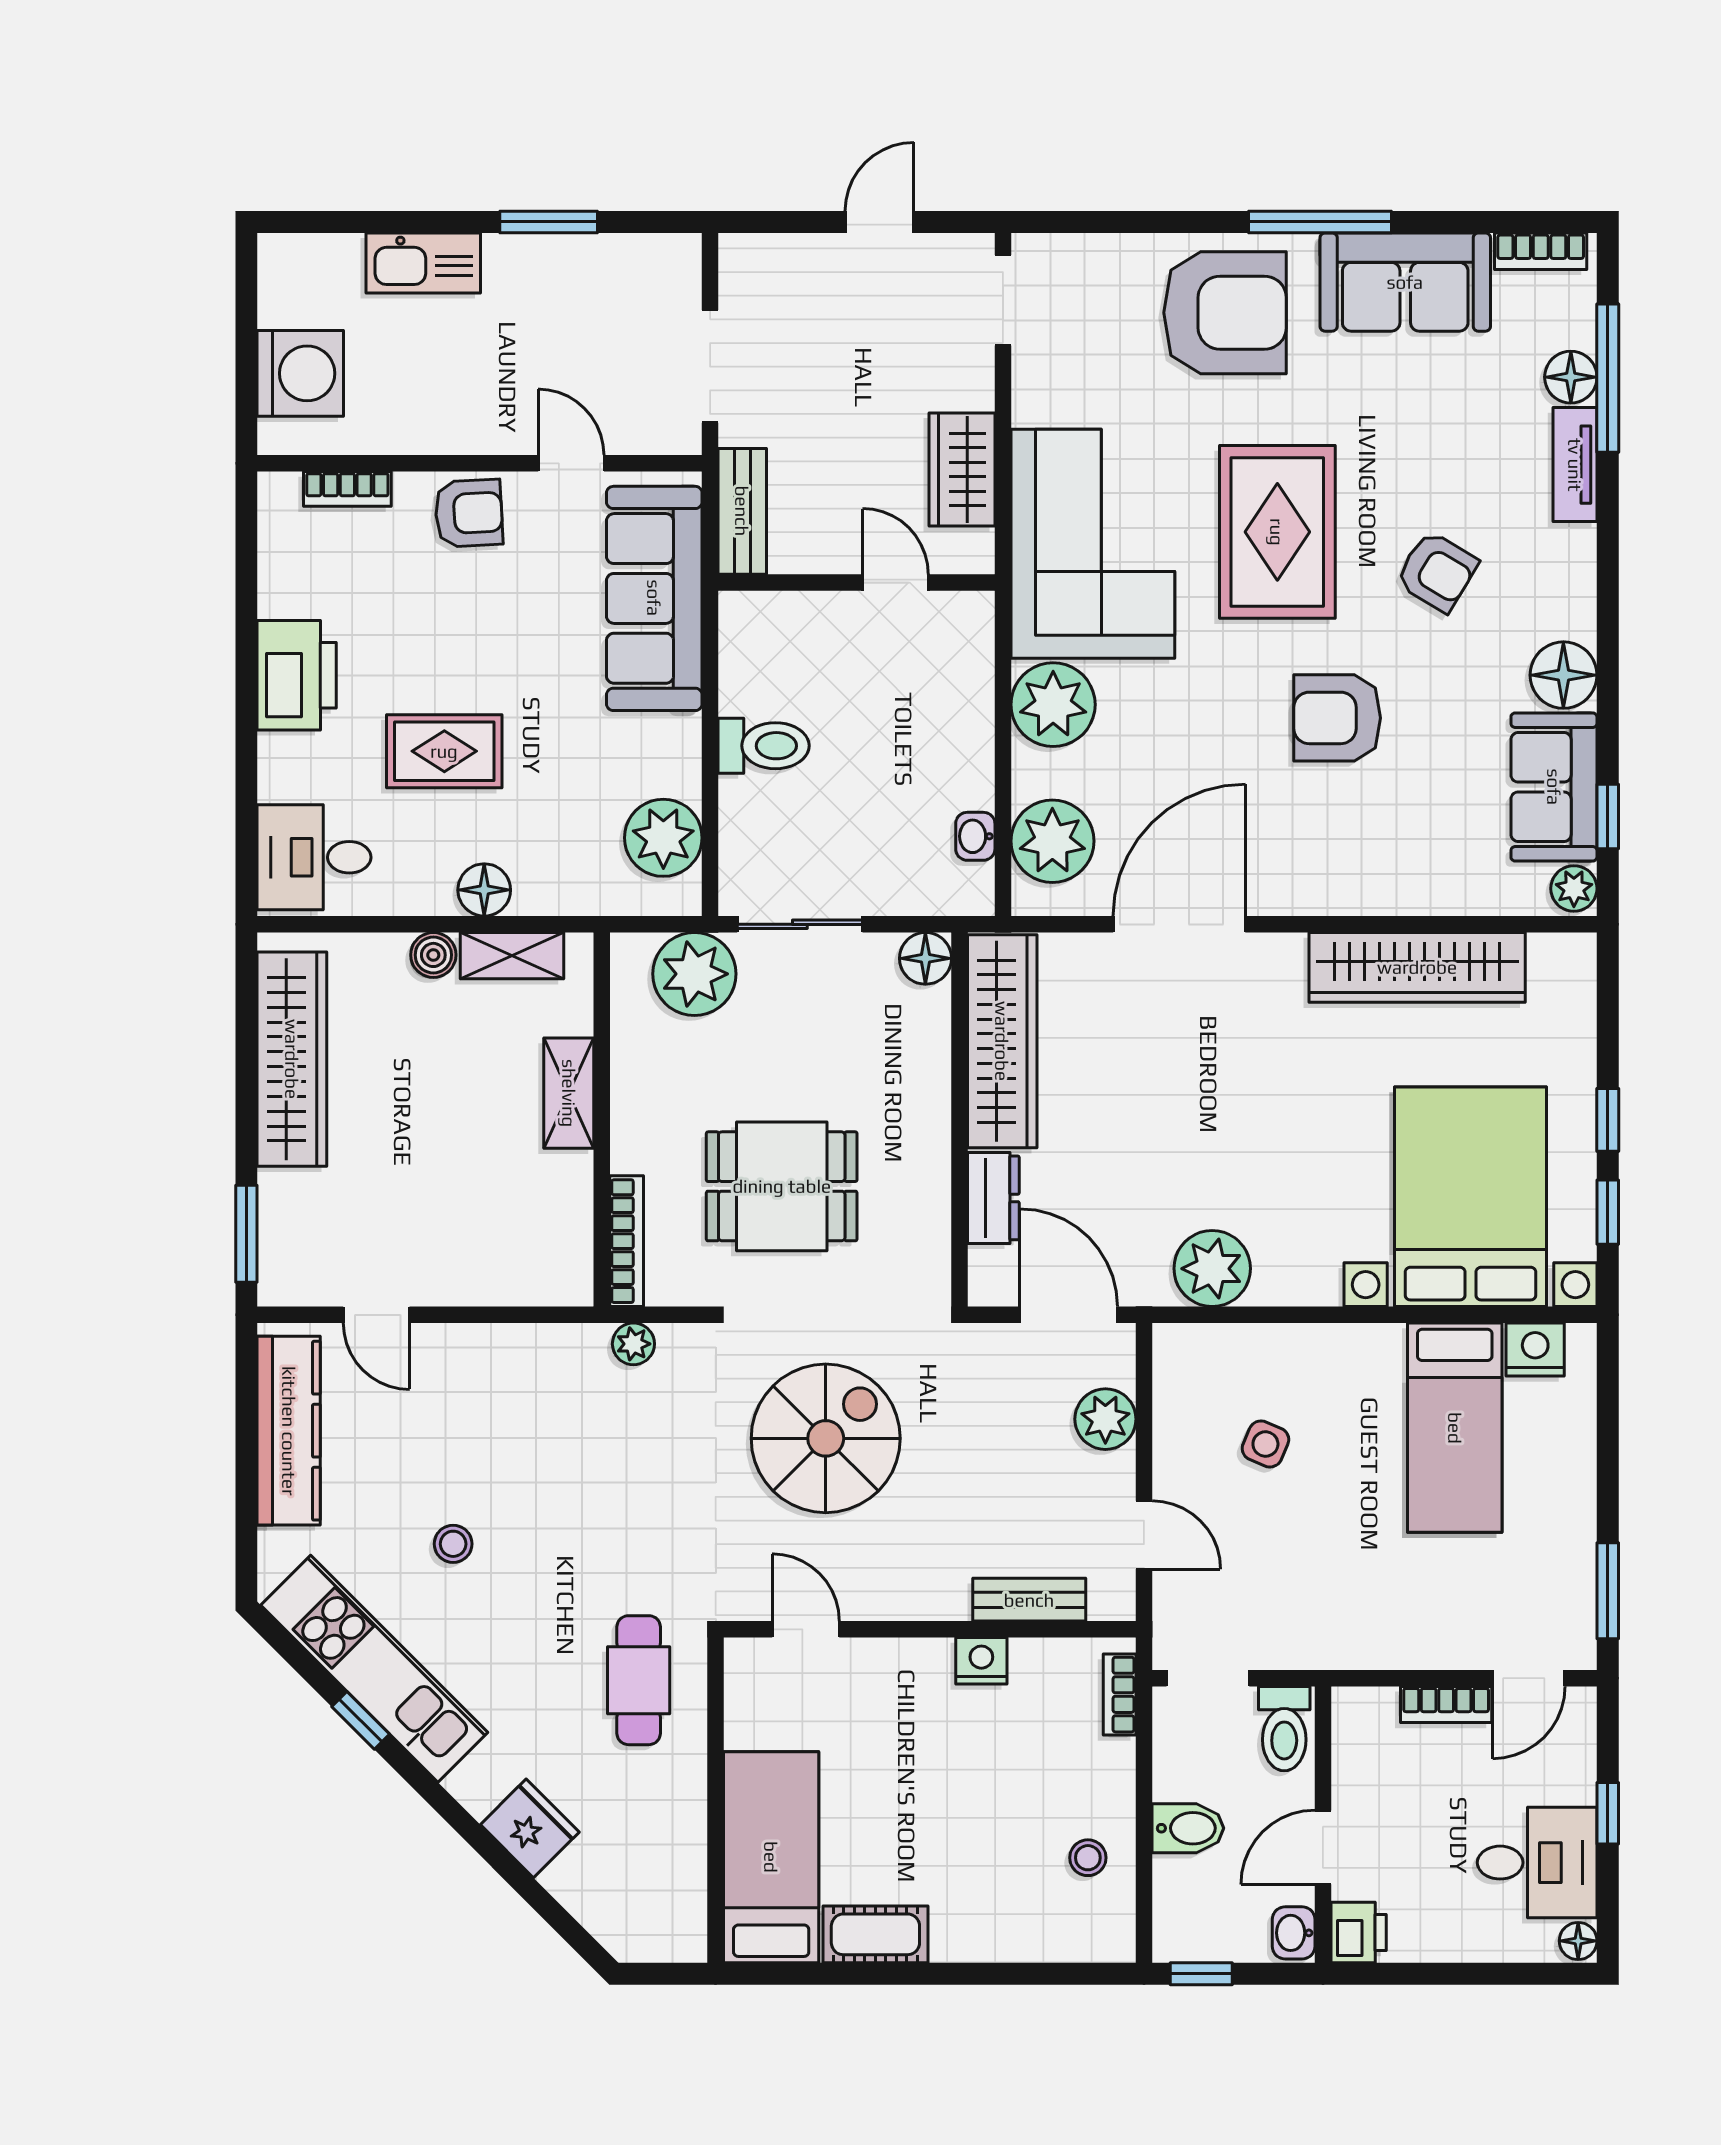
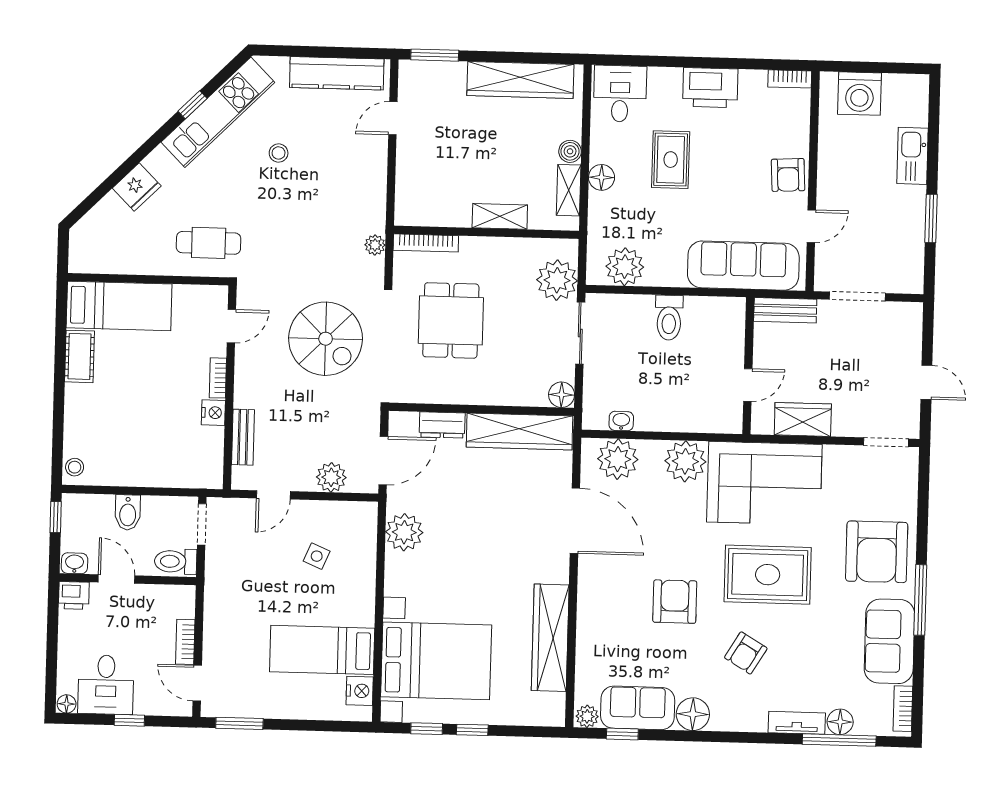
bookcase: (347, 489) -> (790, 79), moved, turned -90
bookcase: (1120, 1695) -> (218, 378), moved, turned -90
stool: (1088, 1858) -> (75, 467), moved

